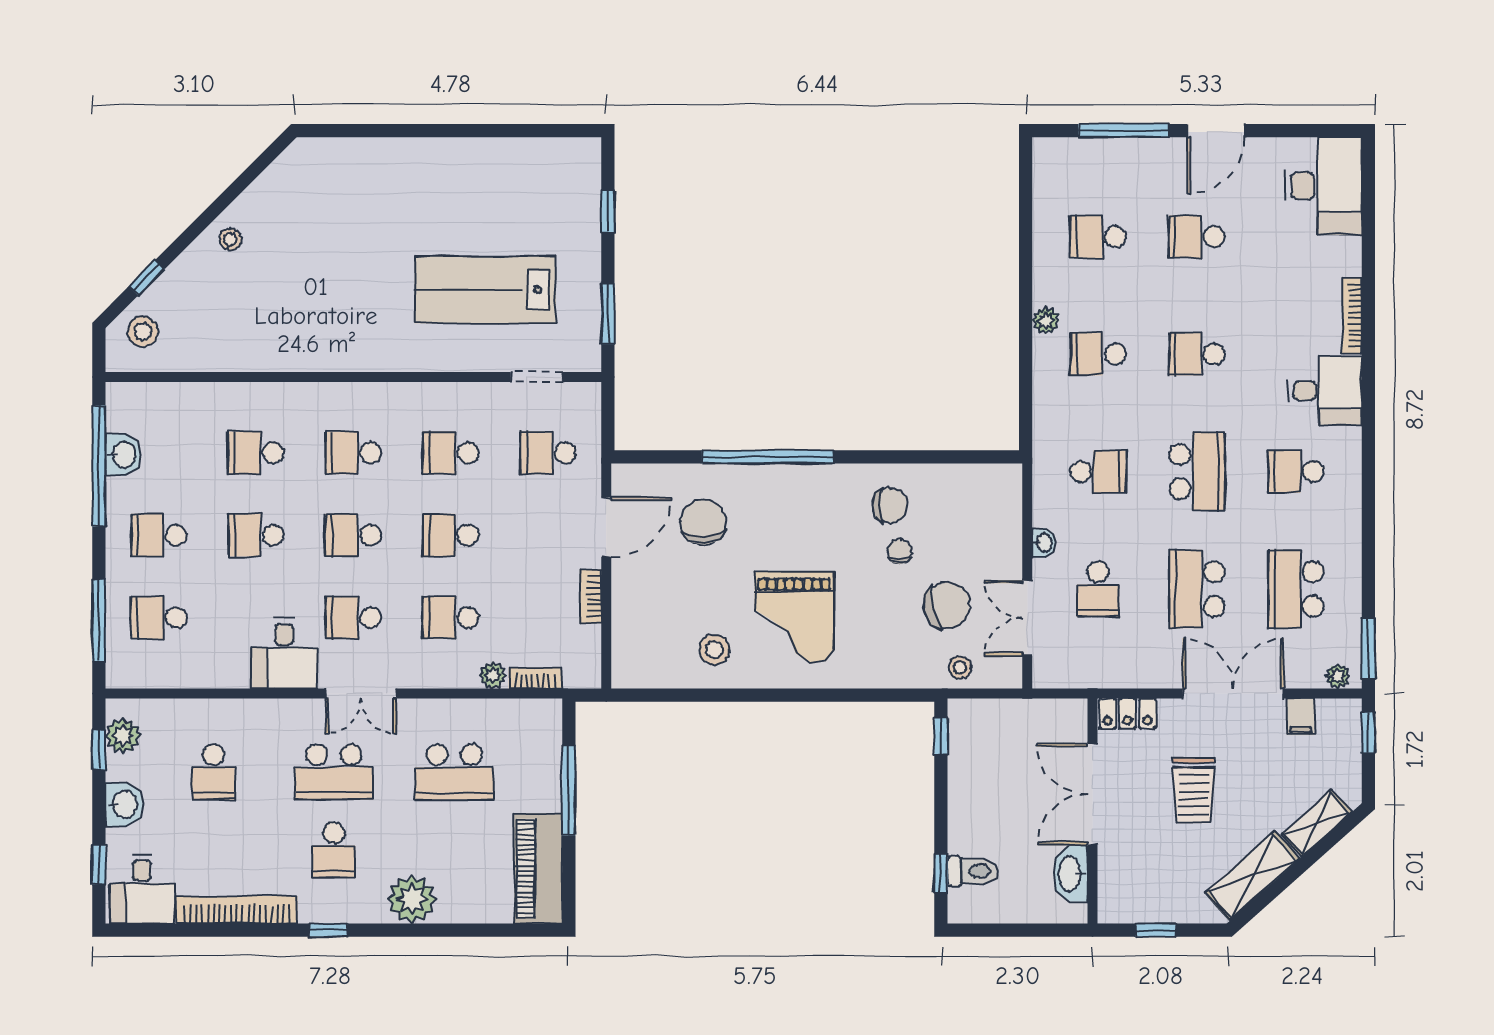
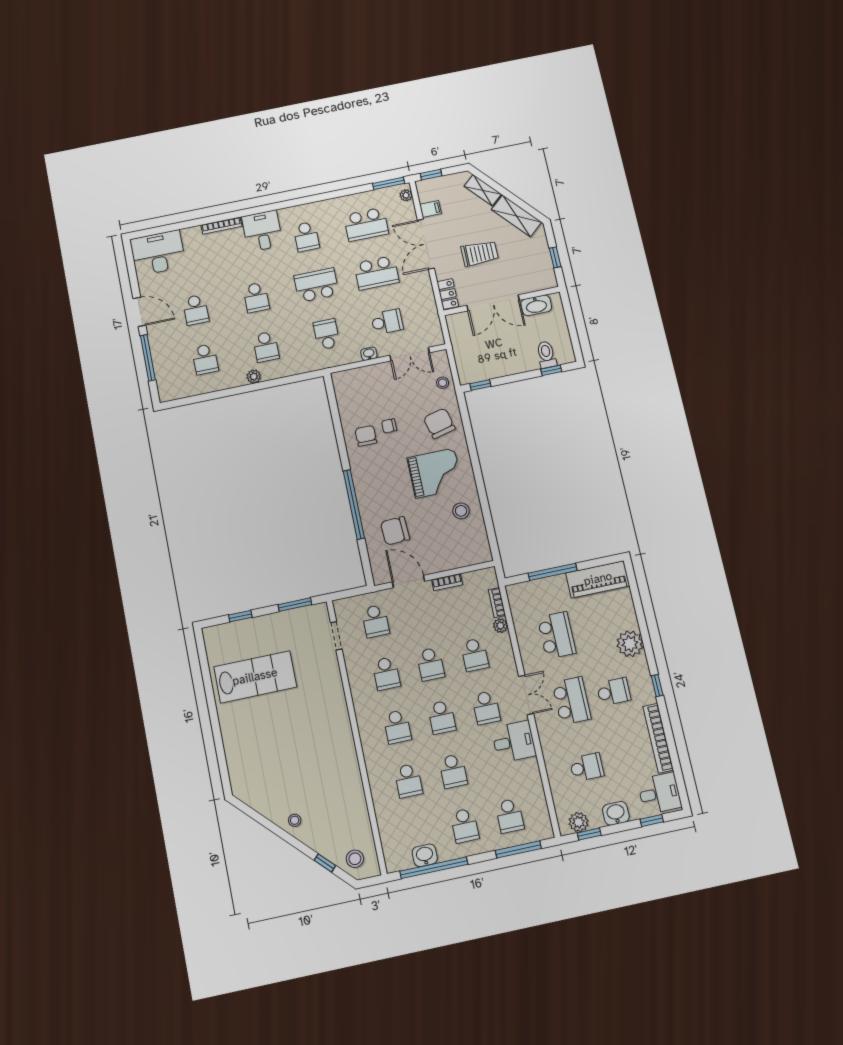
lab bench: (485, 290) -> (255, 677), moved, turned -90
chair: (947, 605) -> (439, 423), moved

